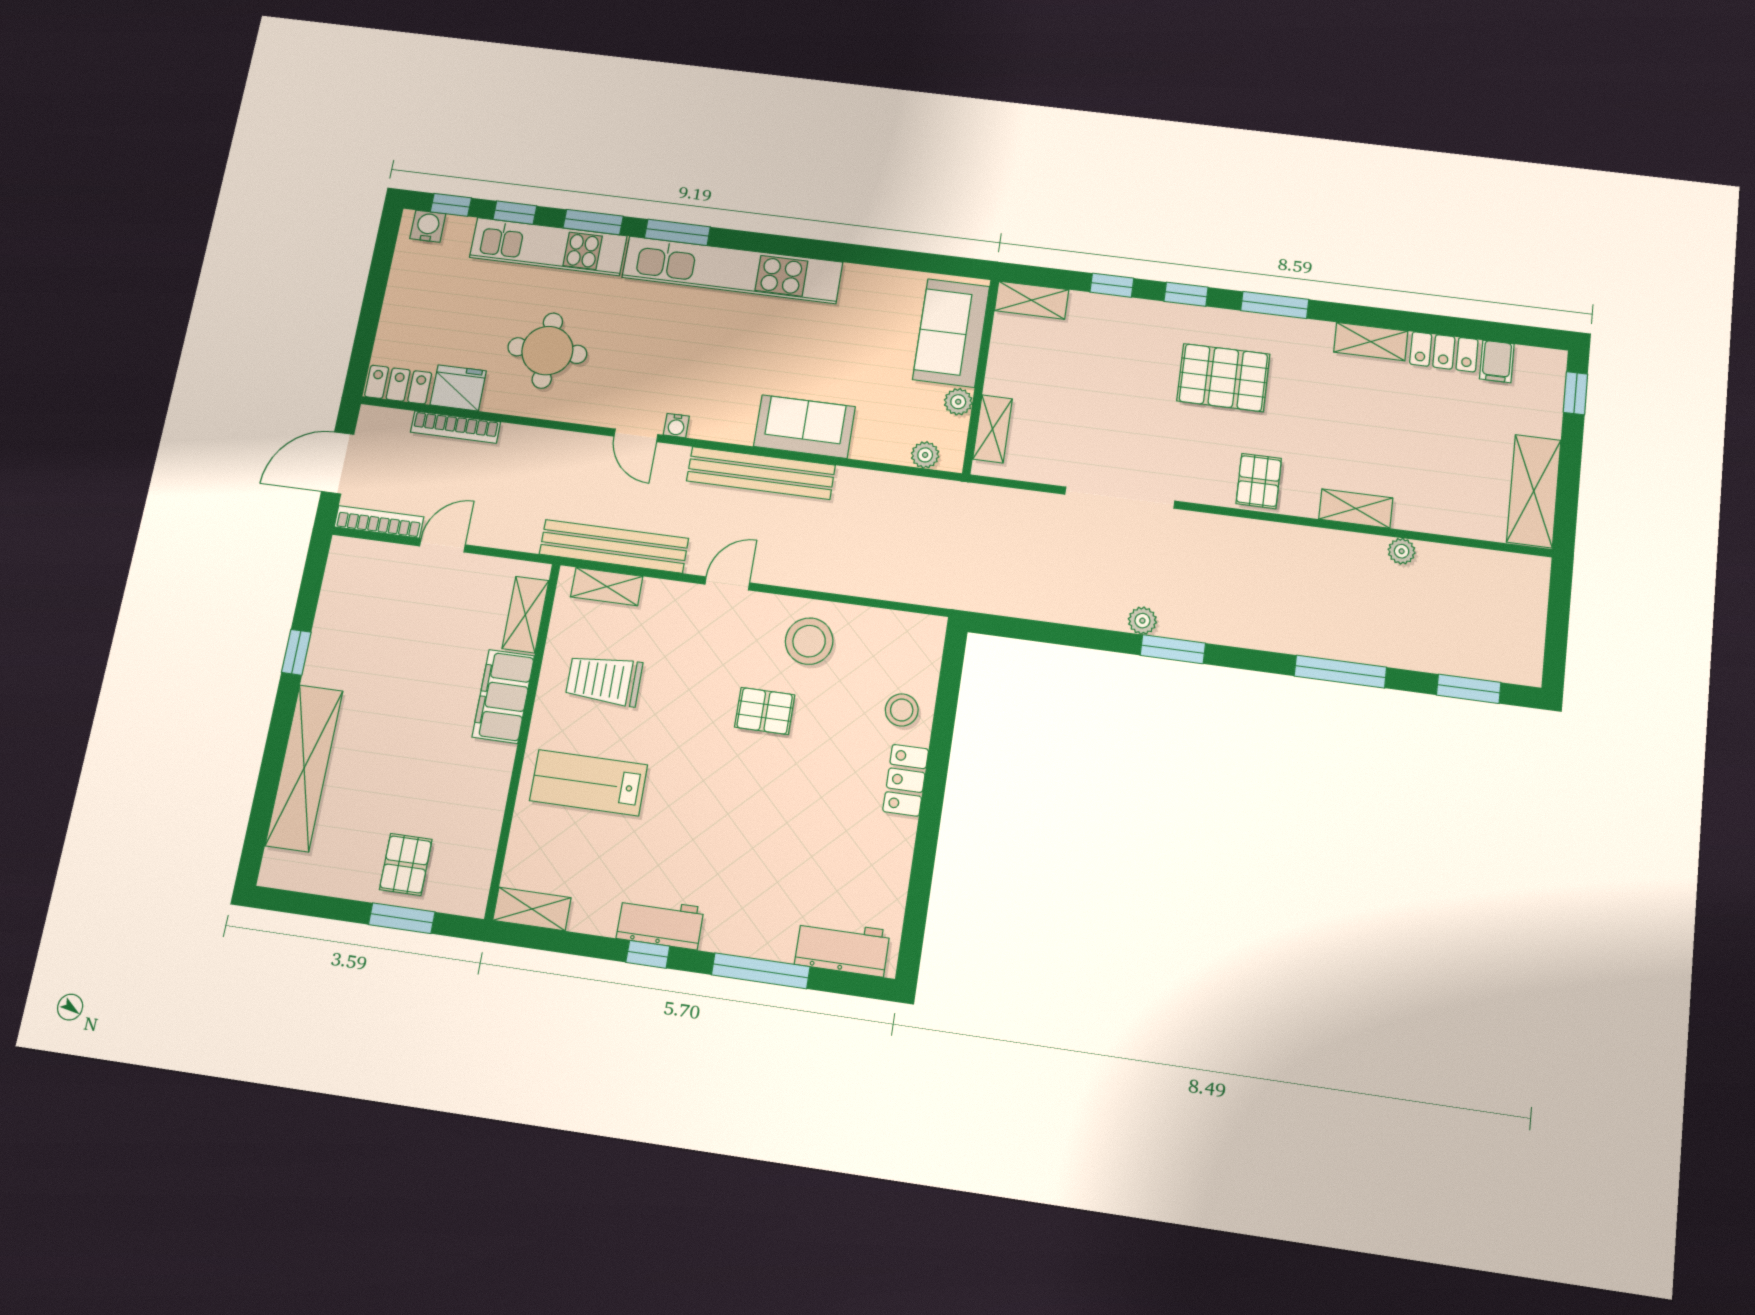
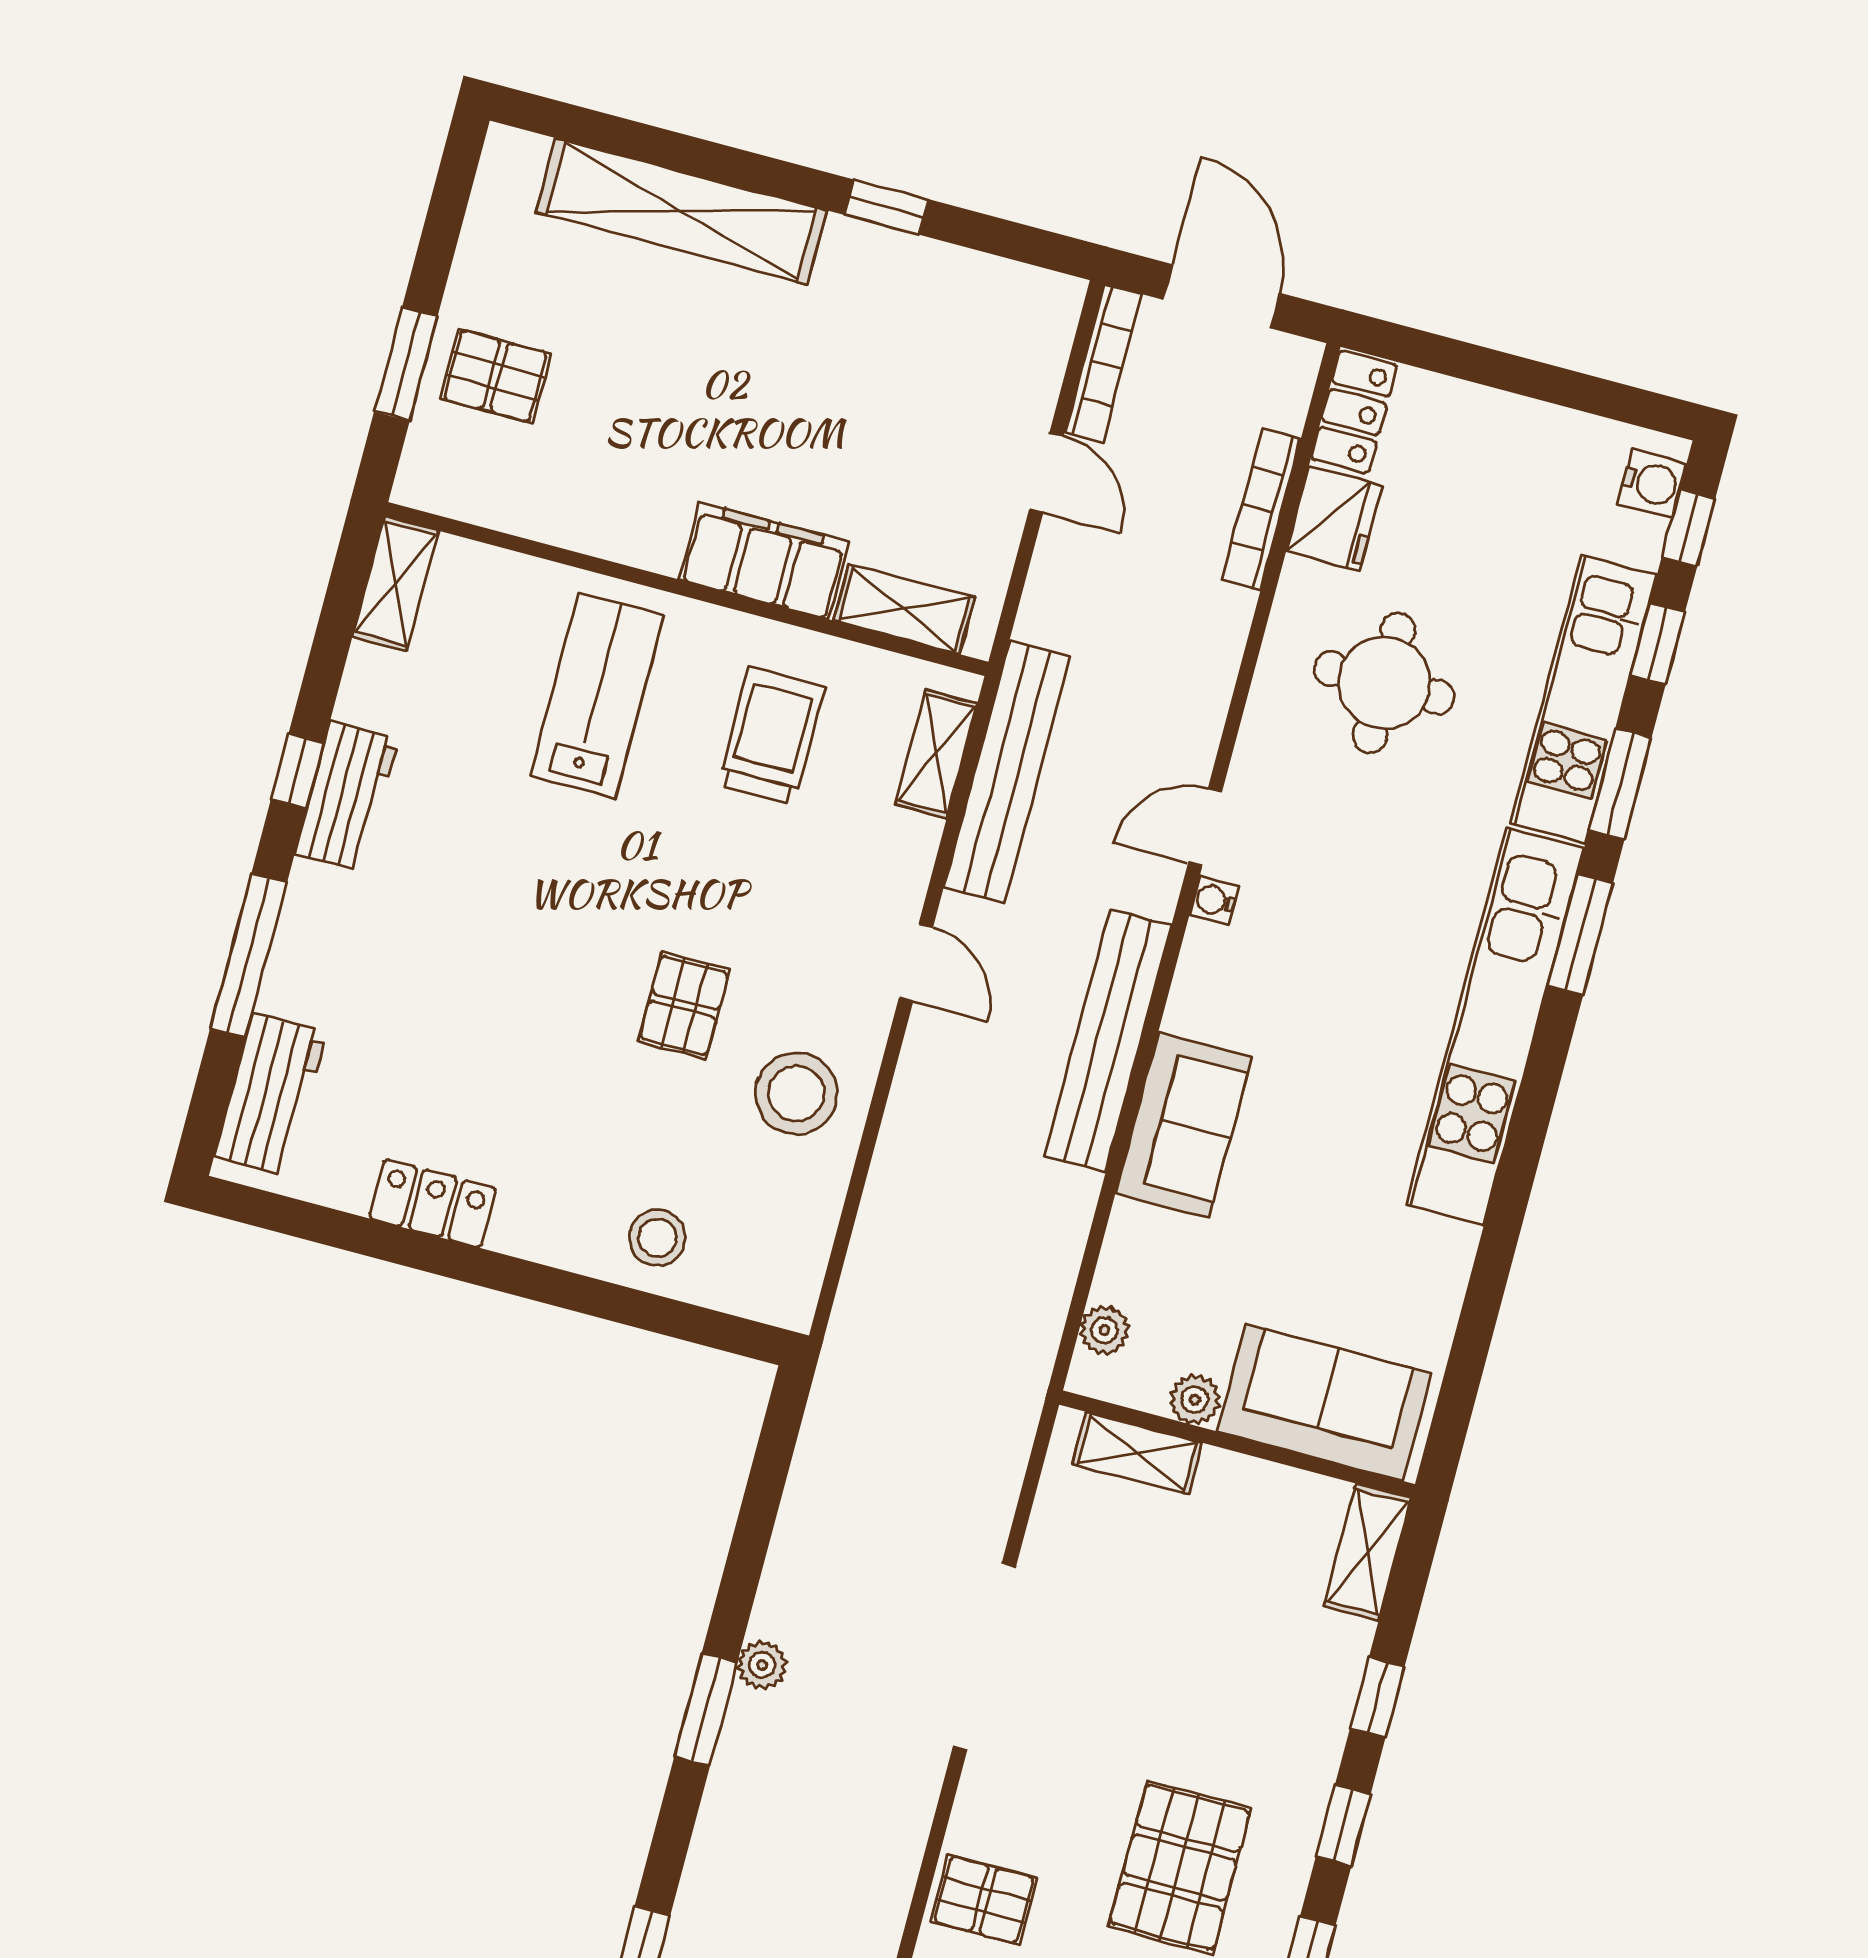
locker: (906, 780) -> (433, 1203), moved

